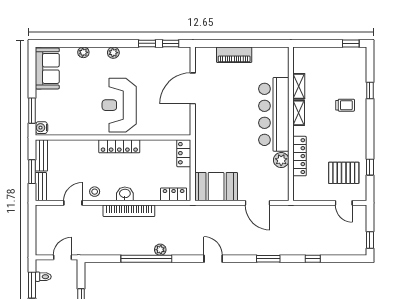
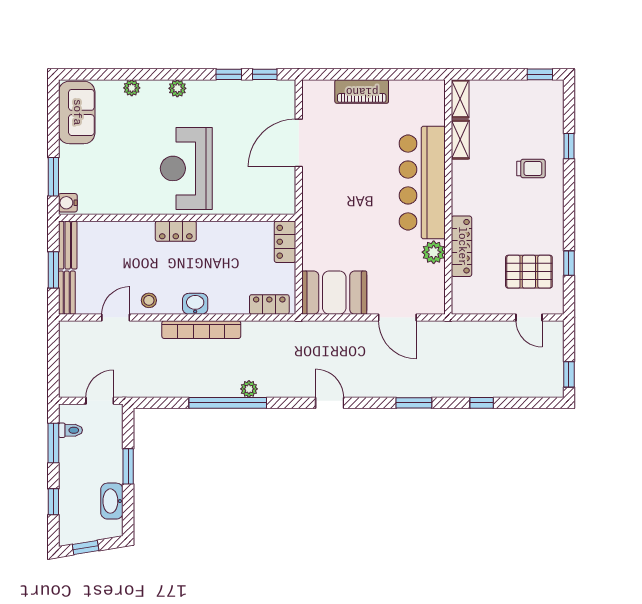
shelving: (299, 113) -> (460, 99), moved
locker: (119, 146) -> (176, 231), width x0.66

